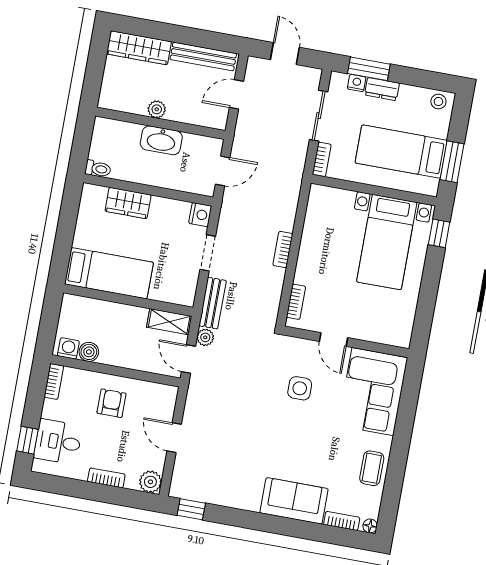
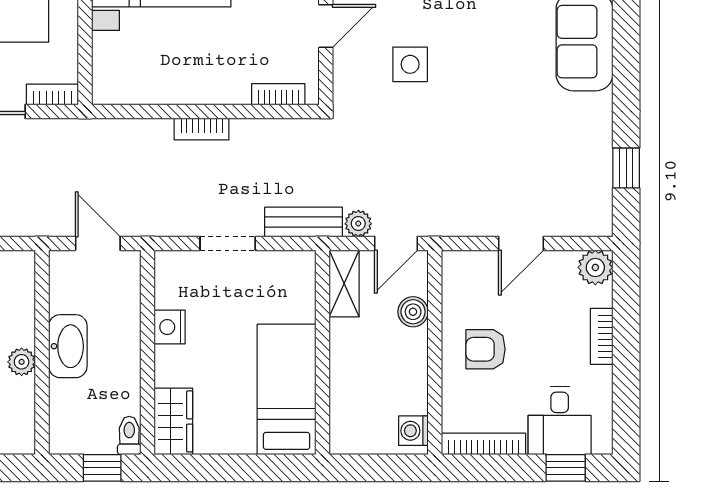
window: (81, 148) -> (102, 468), added
wardrobe: (128, 203) -> (173, 421), moved
nightstand: (200, 215) -> (170, 327), moved, turned -90
boiler: (89, 352) -> (413, 312), moved
bookcase: (54, 381) -> (483, 444), width x1.56
window: (191, 509) -> (626, 168), moved

